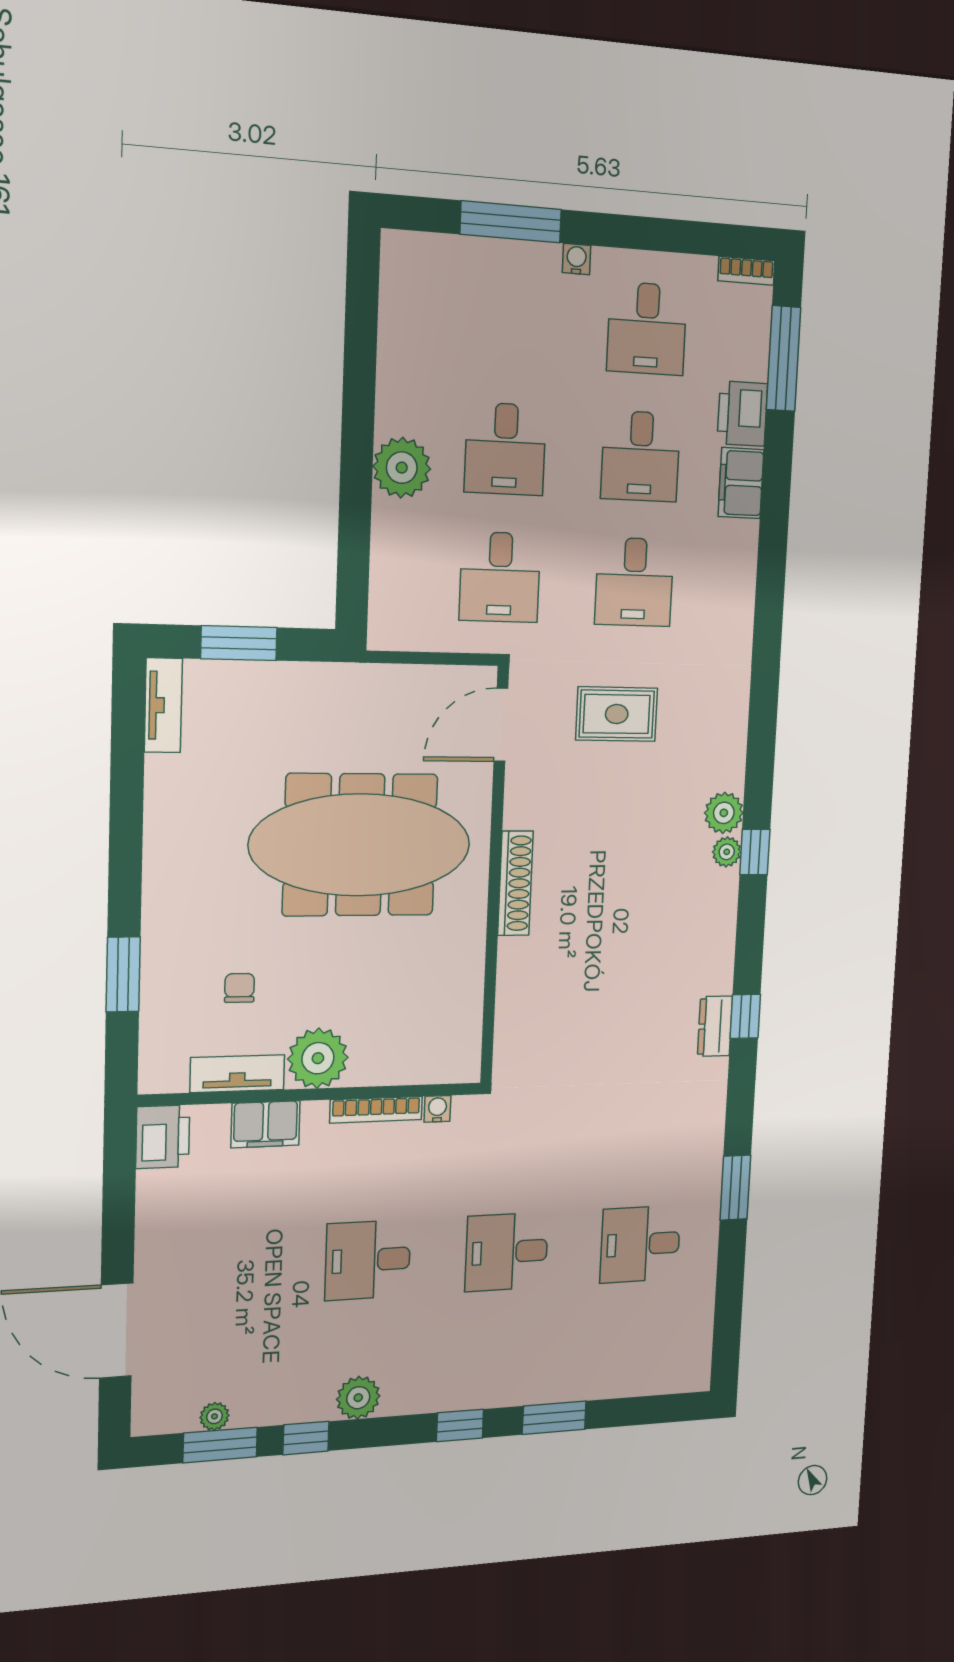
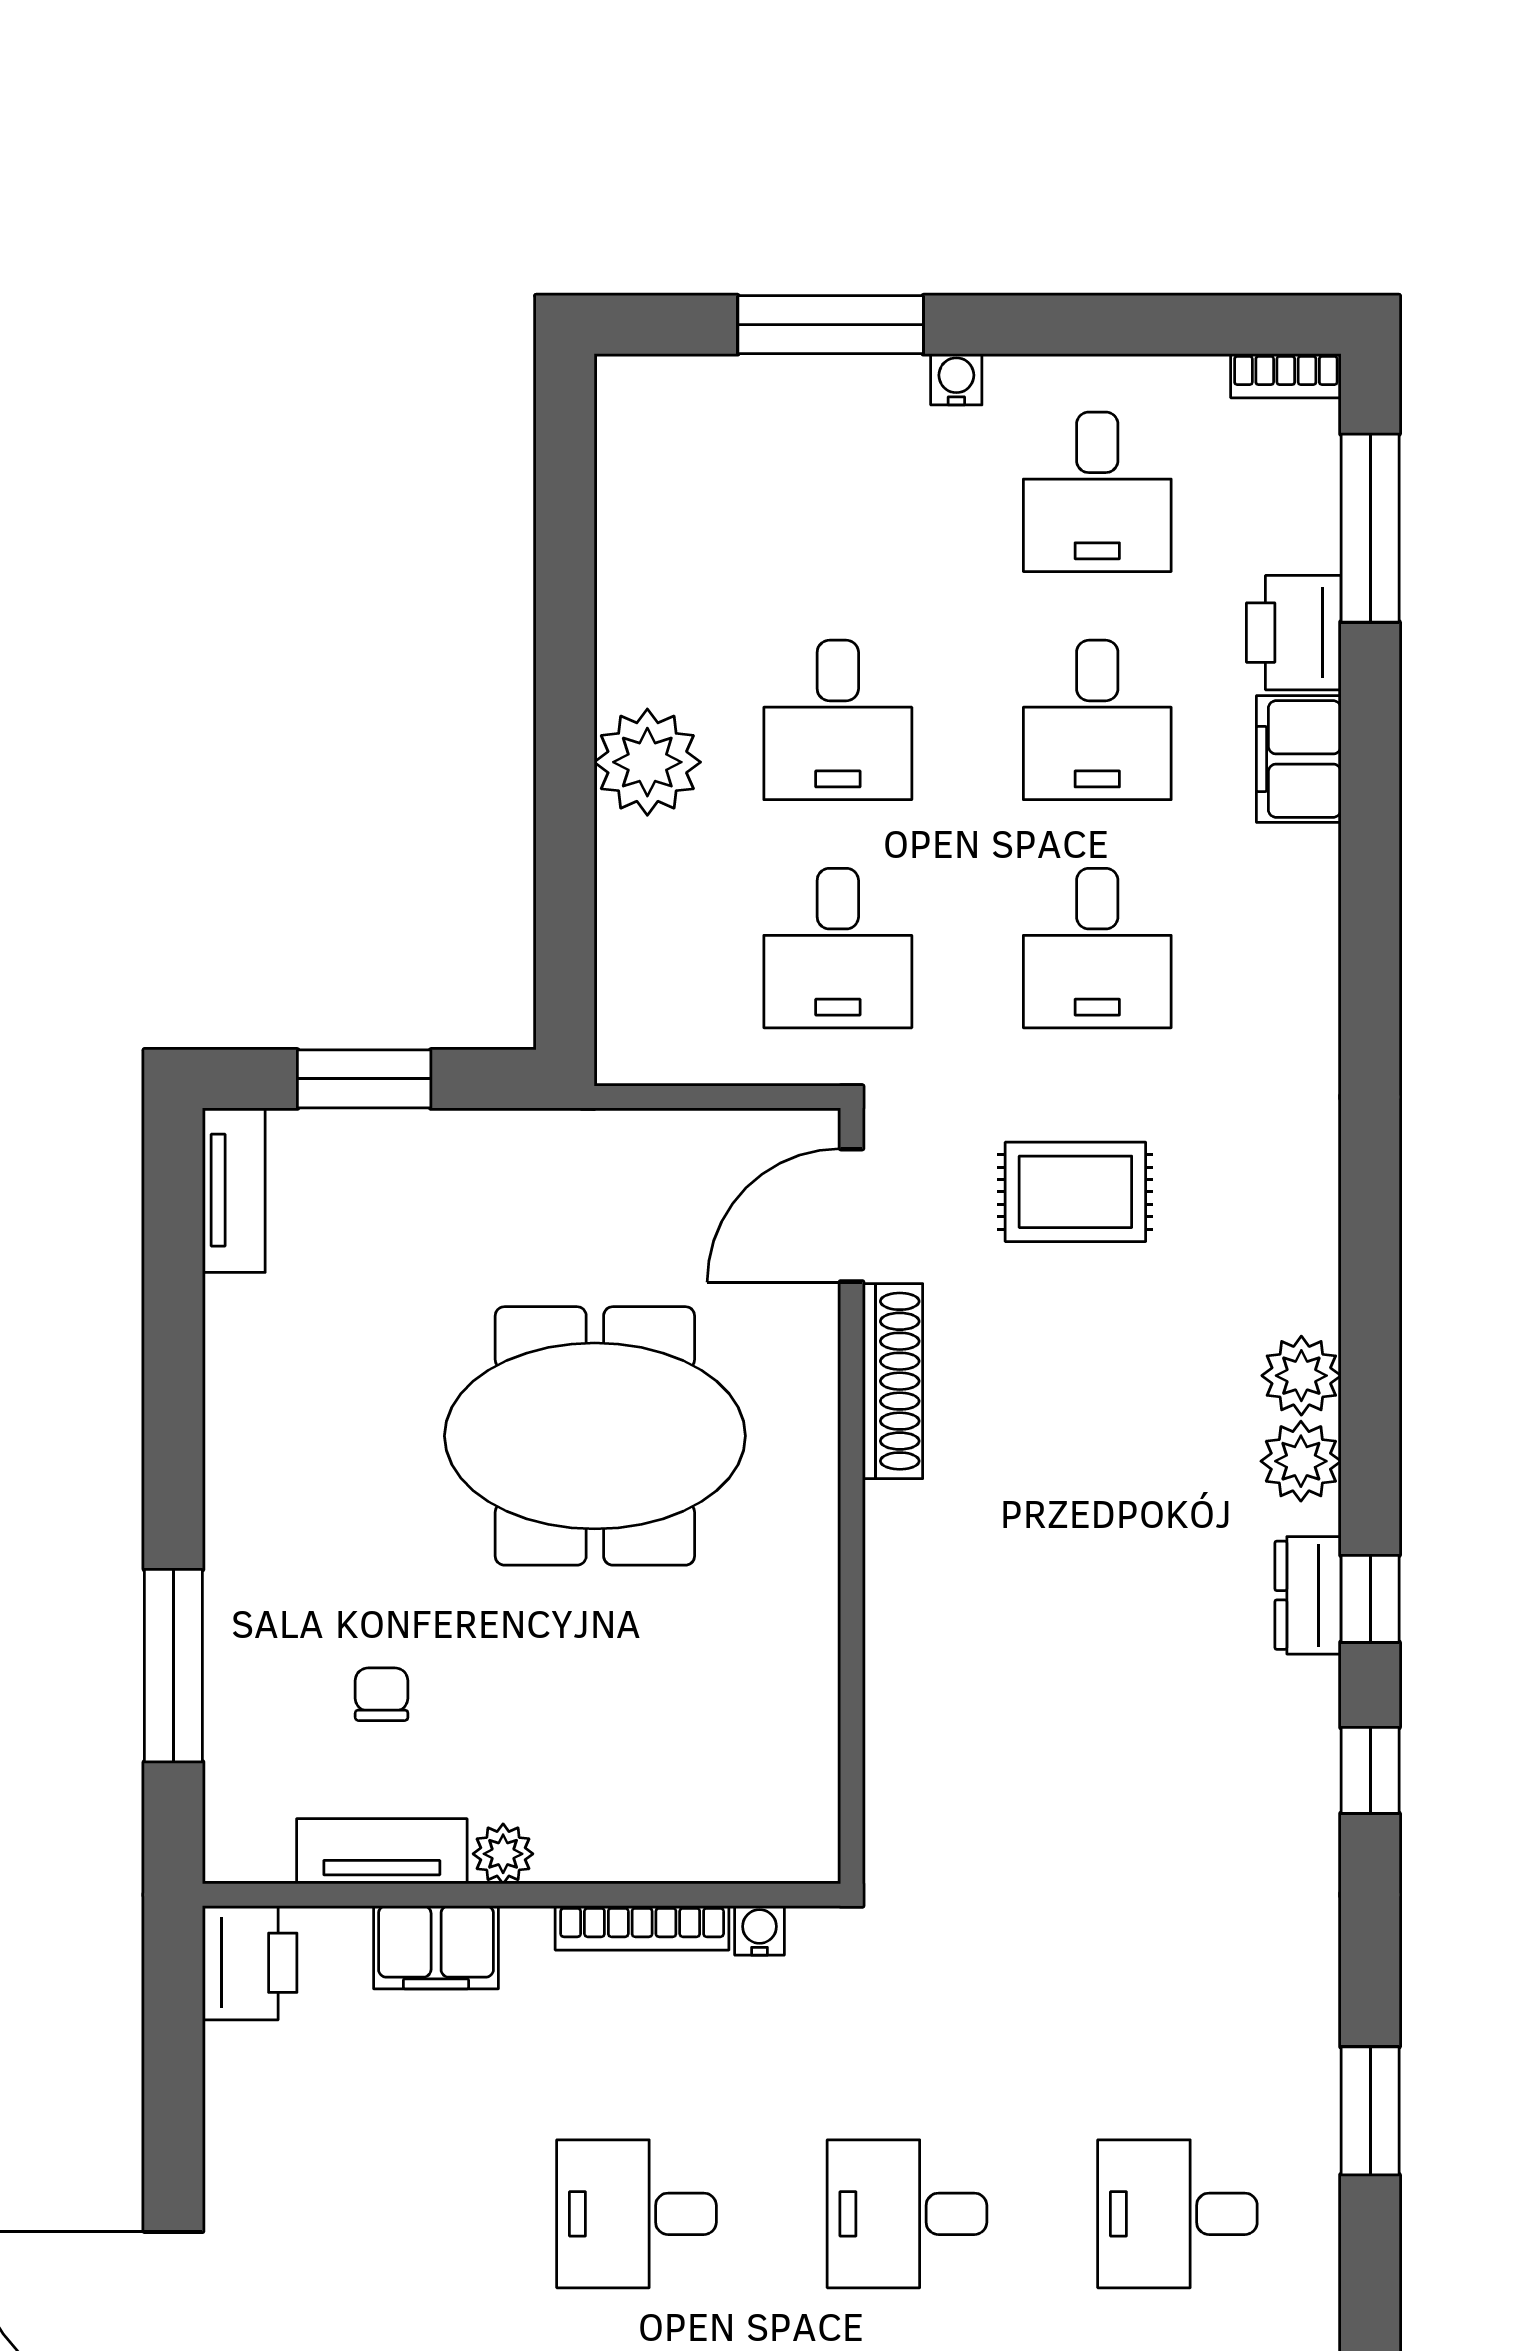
meeting table: (360, 845) -> (595, 1436), width x0.73
plant: (727, 852) -> (1301, 1461), width x1.38, depth x1.38
window: (755, 852) -> (1370, 1599), moved
shoe rack: (515, 883) -> (893, 1381), moved
window: (123, 974) -> (173, 1666), width x1.44
dresser: (715, 1026) -> (1308, 1595), moved
plant: (318, 1058) -> (503, 1854), width x0.53, depth x0.53

